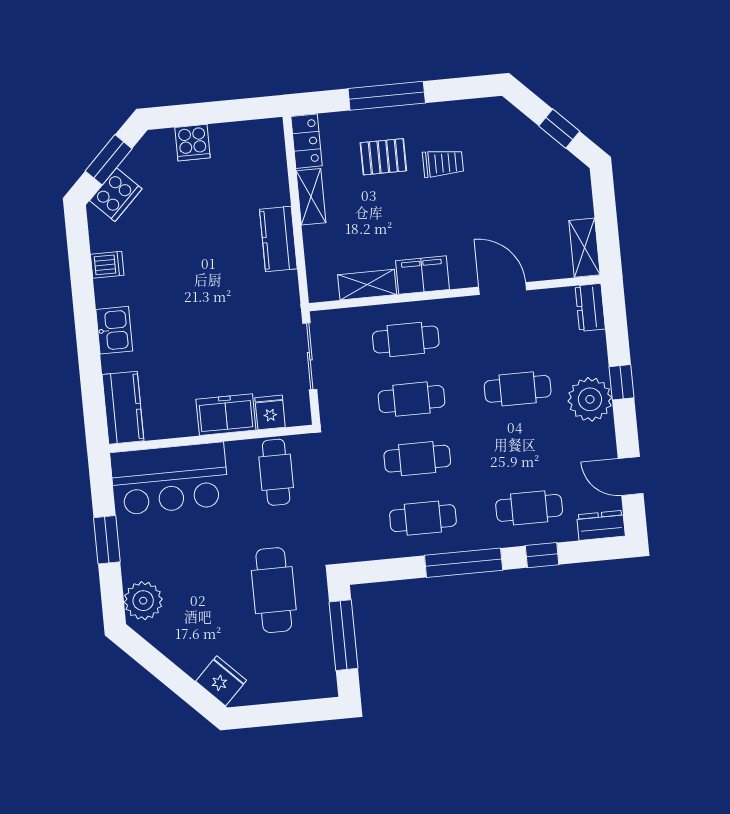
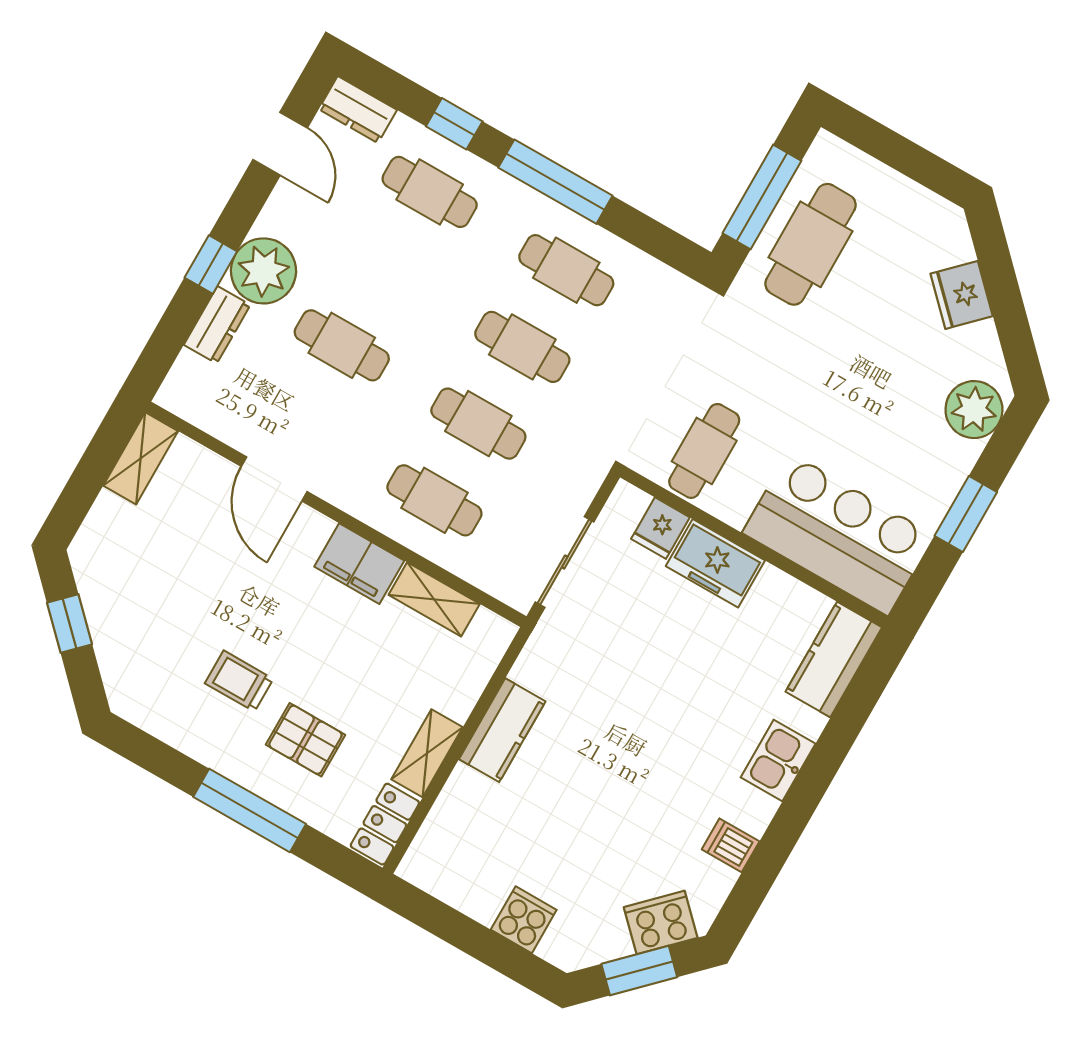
dresser: (590, 307) -> (217, 325), moved
cafe table: (274, 590) -> (810, 244), moved
fridge: (221, 681) -> (962, 295), moved

